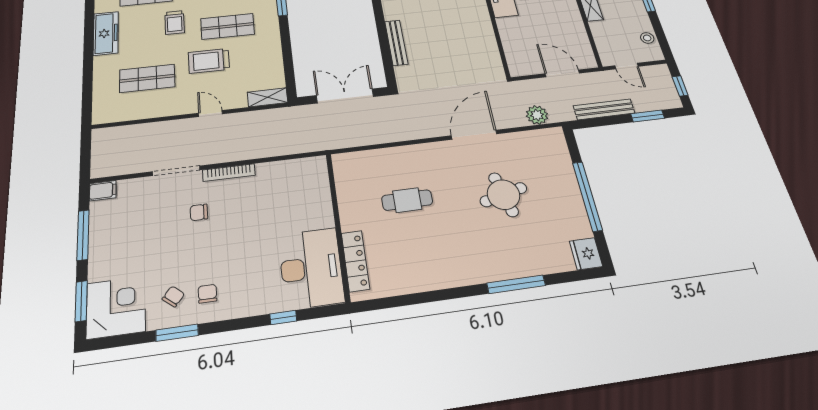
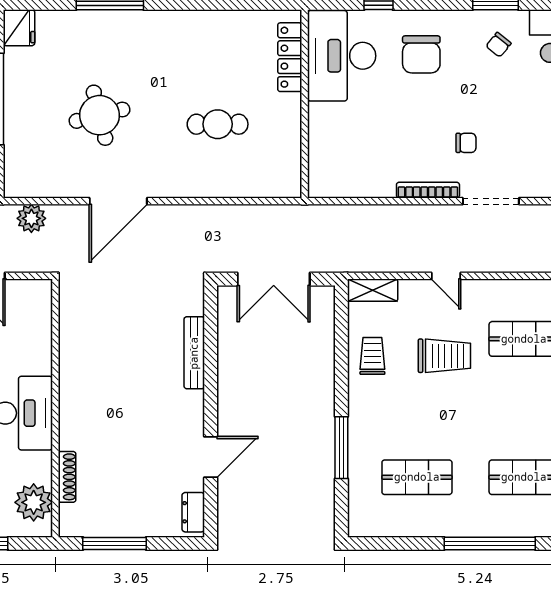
trolley: (175, 23) -> (372, 356), moved
shop shelf: (228, 26) -> (417, 408), removed
chair: (207, 294) -> (421, 54), moved, width x1.87, depth x1.87

